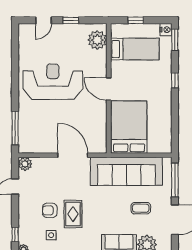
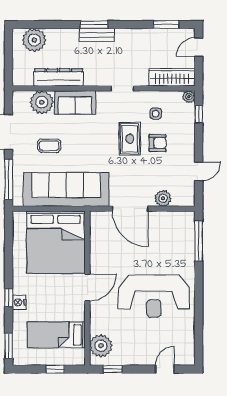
window: (71, 20) -> (113, 369), moved
nightstand: (166, 30) -> (19, 302), moved
door: (109, 89) -> (87, 287), hinge flipped
bed: (129, 127) -> (56, 242), width x1.36
plant: (25, 164) -> (163, 198), moved

